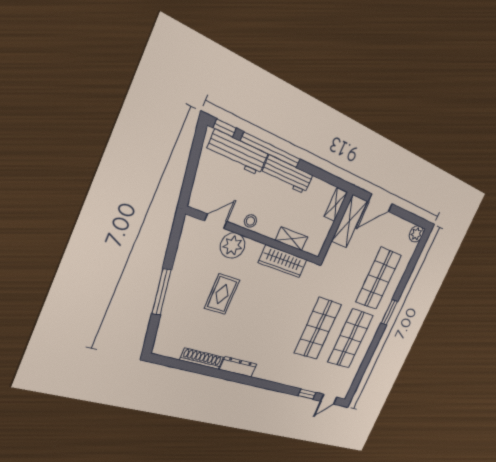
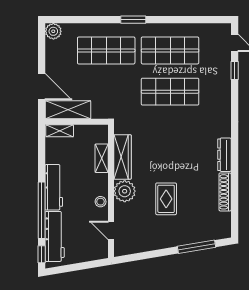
plant: (233, 246) -> (125, 191), moved
window: (162, 292) -> (196, 247), moved
rug: (222, 294) -> (166, 199), turned 90

